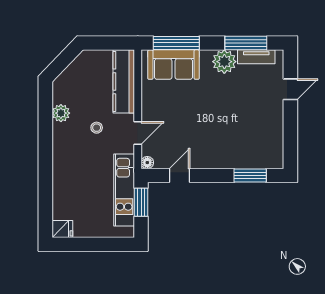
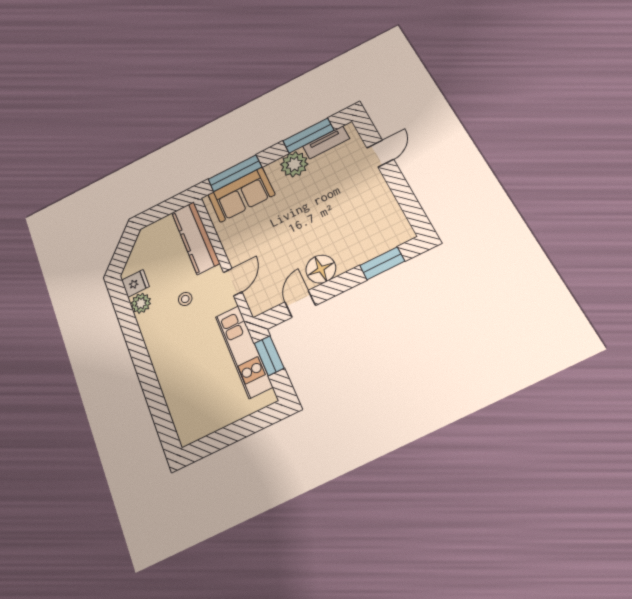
floor lamp: (147, 163) -> (321, 269), moved, width x1.89, depth x1.89
fridge: (62, 229) -> (135, 283), moved

